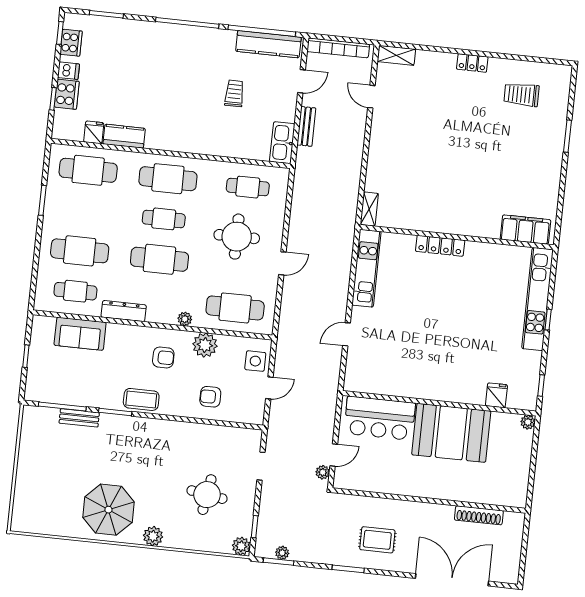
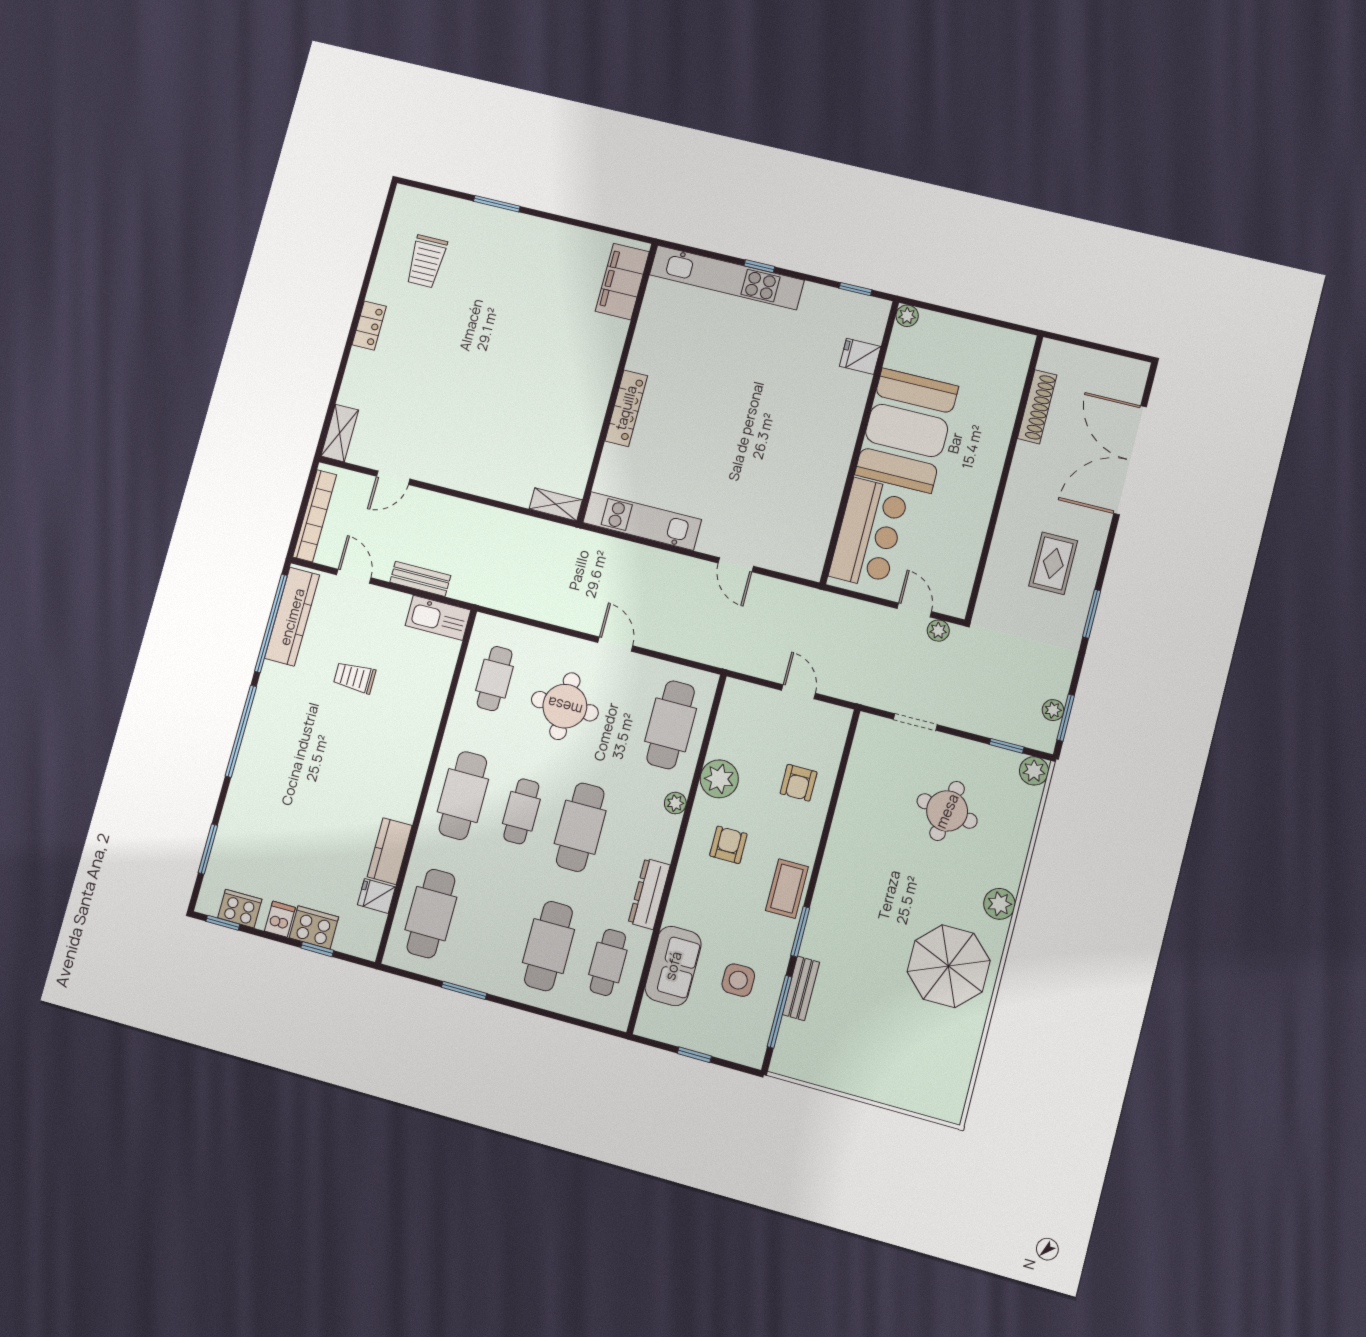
side table: (255, 361) -> (738, 980), moved

